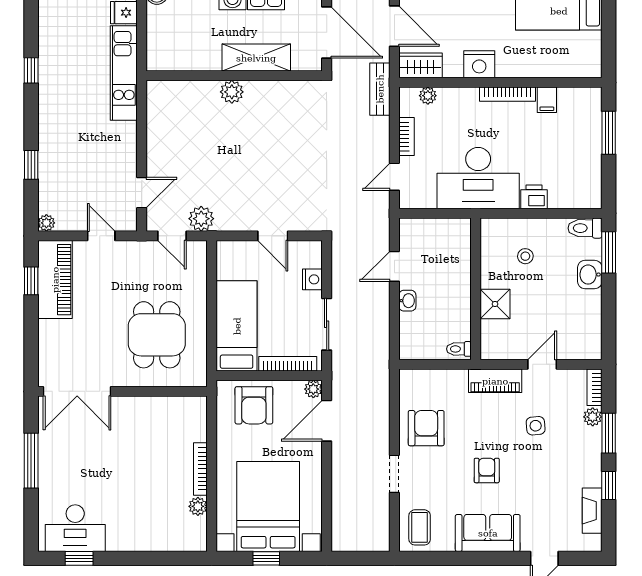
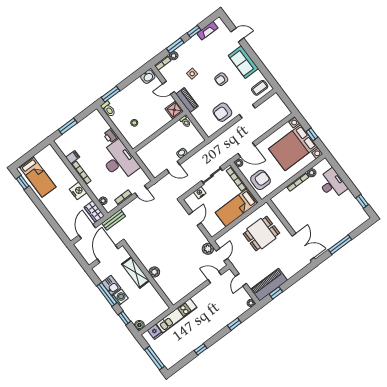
washbasin: (590, 275) -> (148, 77), moved
shower: (495, 304) -> (174, 110), moved
desk: (75, 528) -> (332, 184), moved

